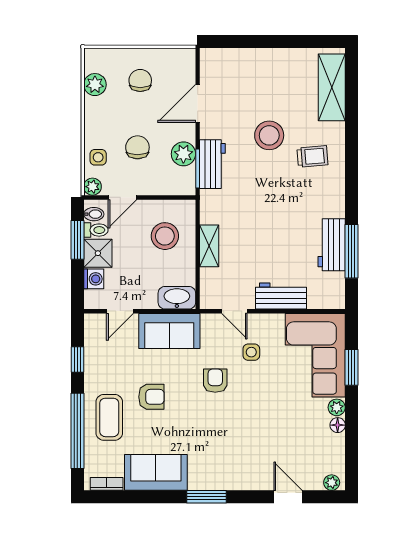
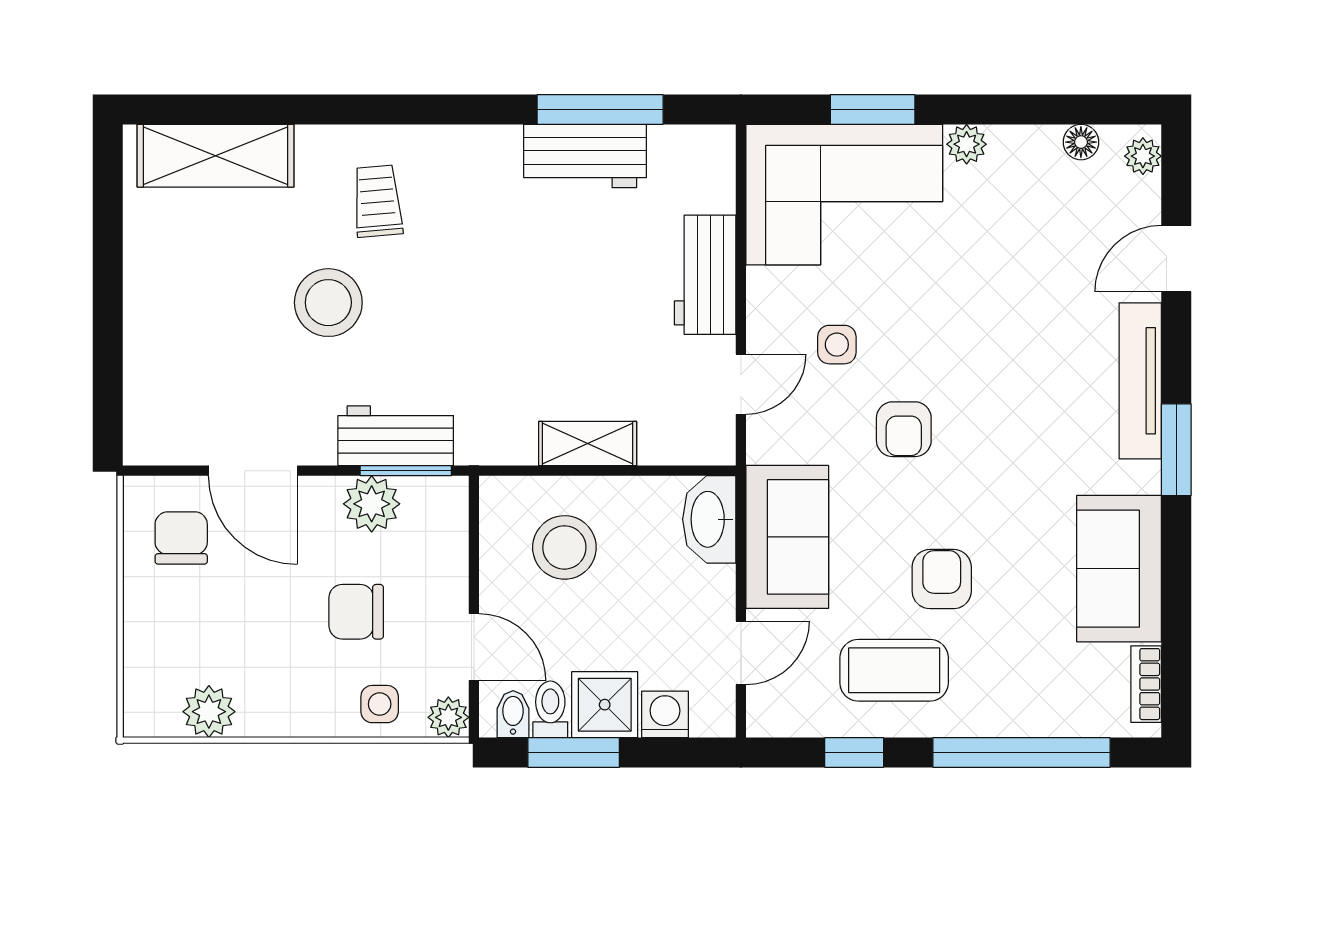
chair: (140, 80) -> (181, 538), moved, turned 90
door: (120, 311) -> (741, 653), hinge flipped
armchair: (215, 381) -> (904, 429), turned -90
coffee table: (109, 417) -> (894, 670), moved
floor lamp: (338, 425) -> (1081, 142), moved
tv unit: (236, 481) -> (1140, 381), added

